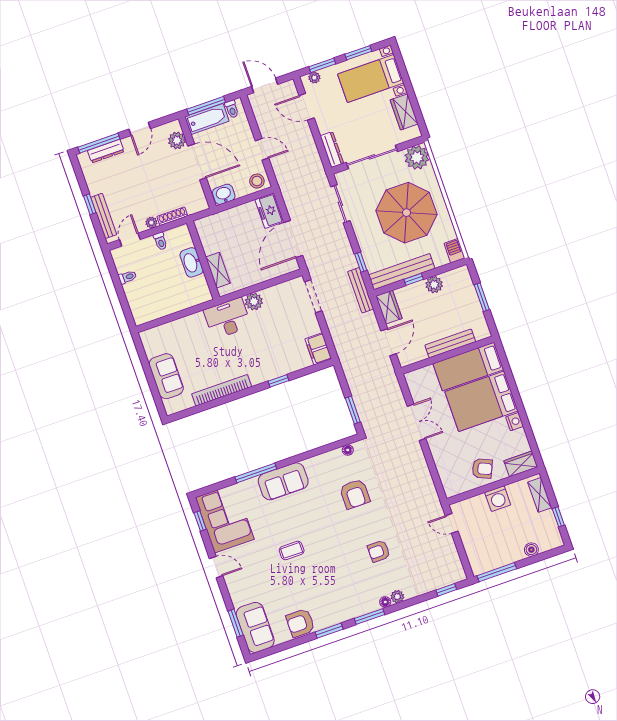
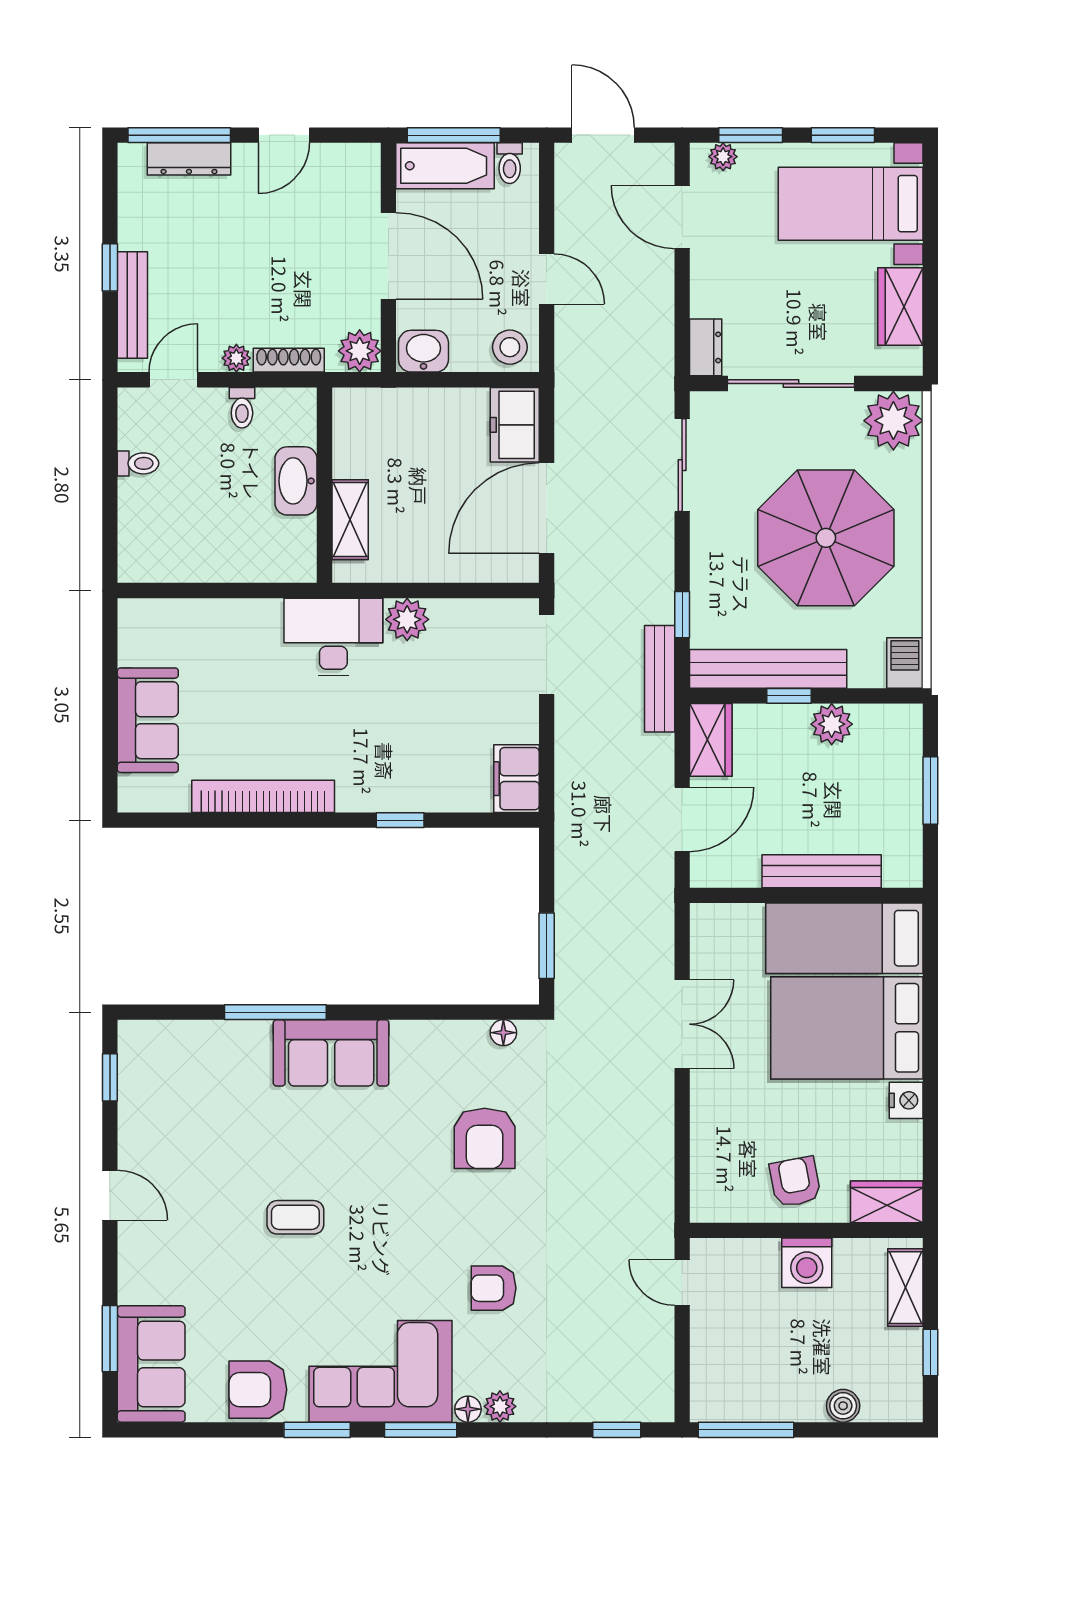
plant: (177, 140) -> (360, 351), moved
dresser: (332, 150) -> (706, 347), width x0.70
armchair: (482, 469) -> (795, 1182), turned -125
corner sofa: (225, 518) -> (380, 1371), moved, turned -90

